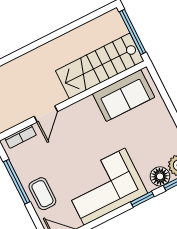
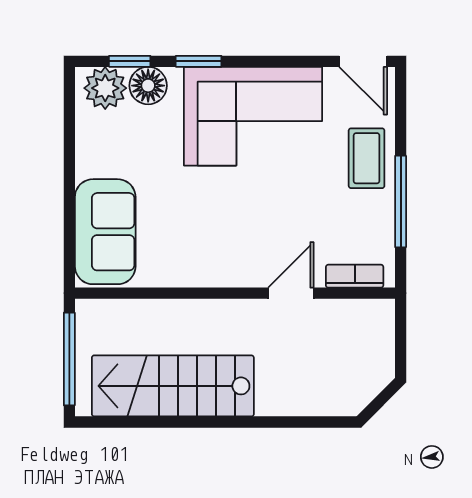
stairs: (100, 66) -> (173, 386), moved, turned 180
sofa: (124, 95) -> (105, 232), moved, turned 90

